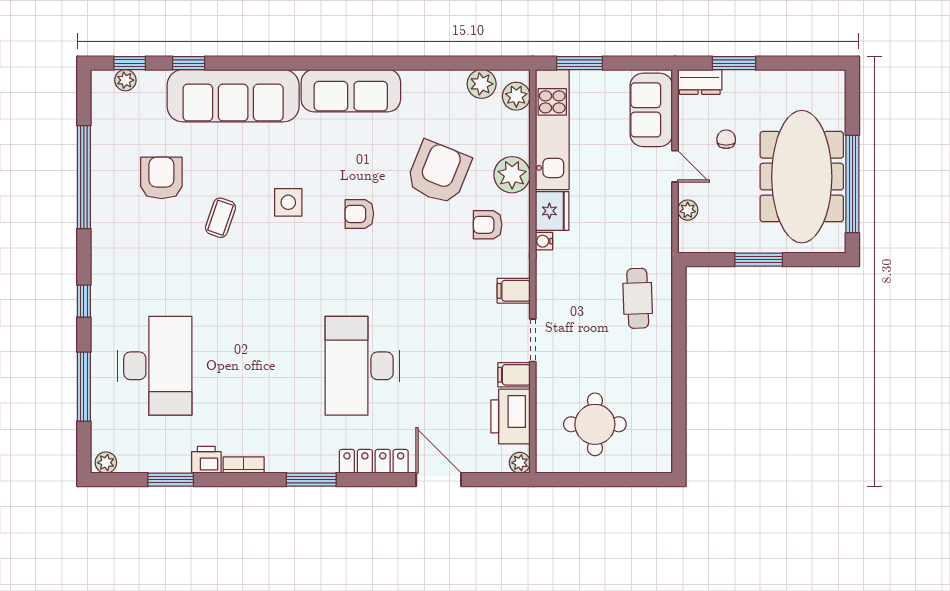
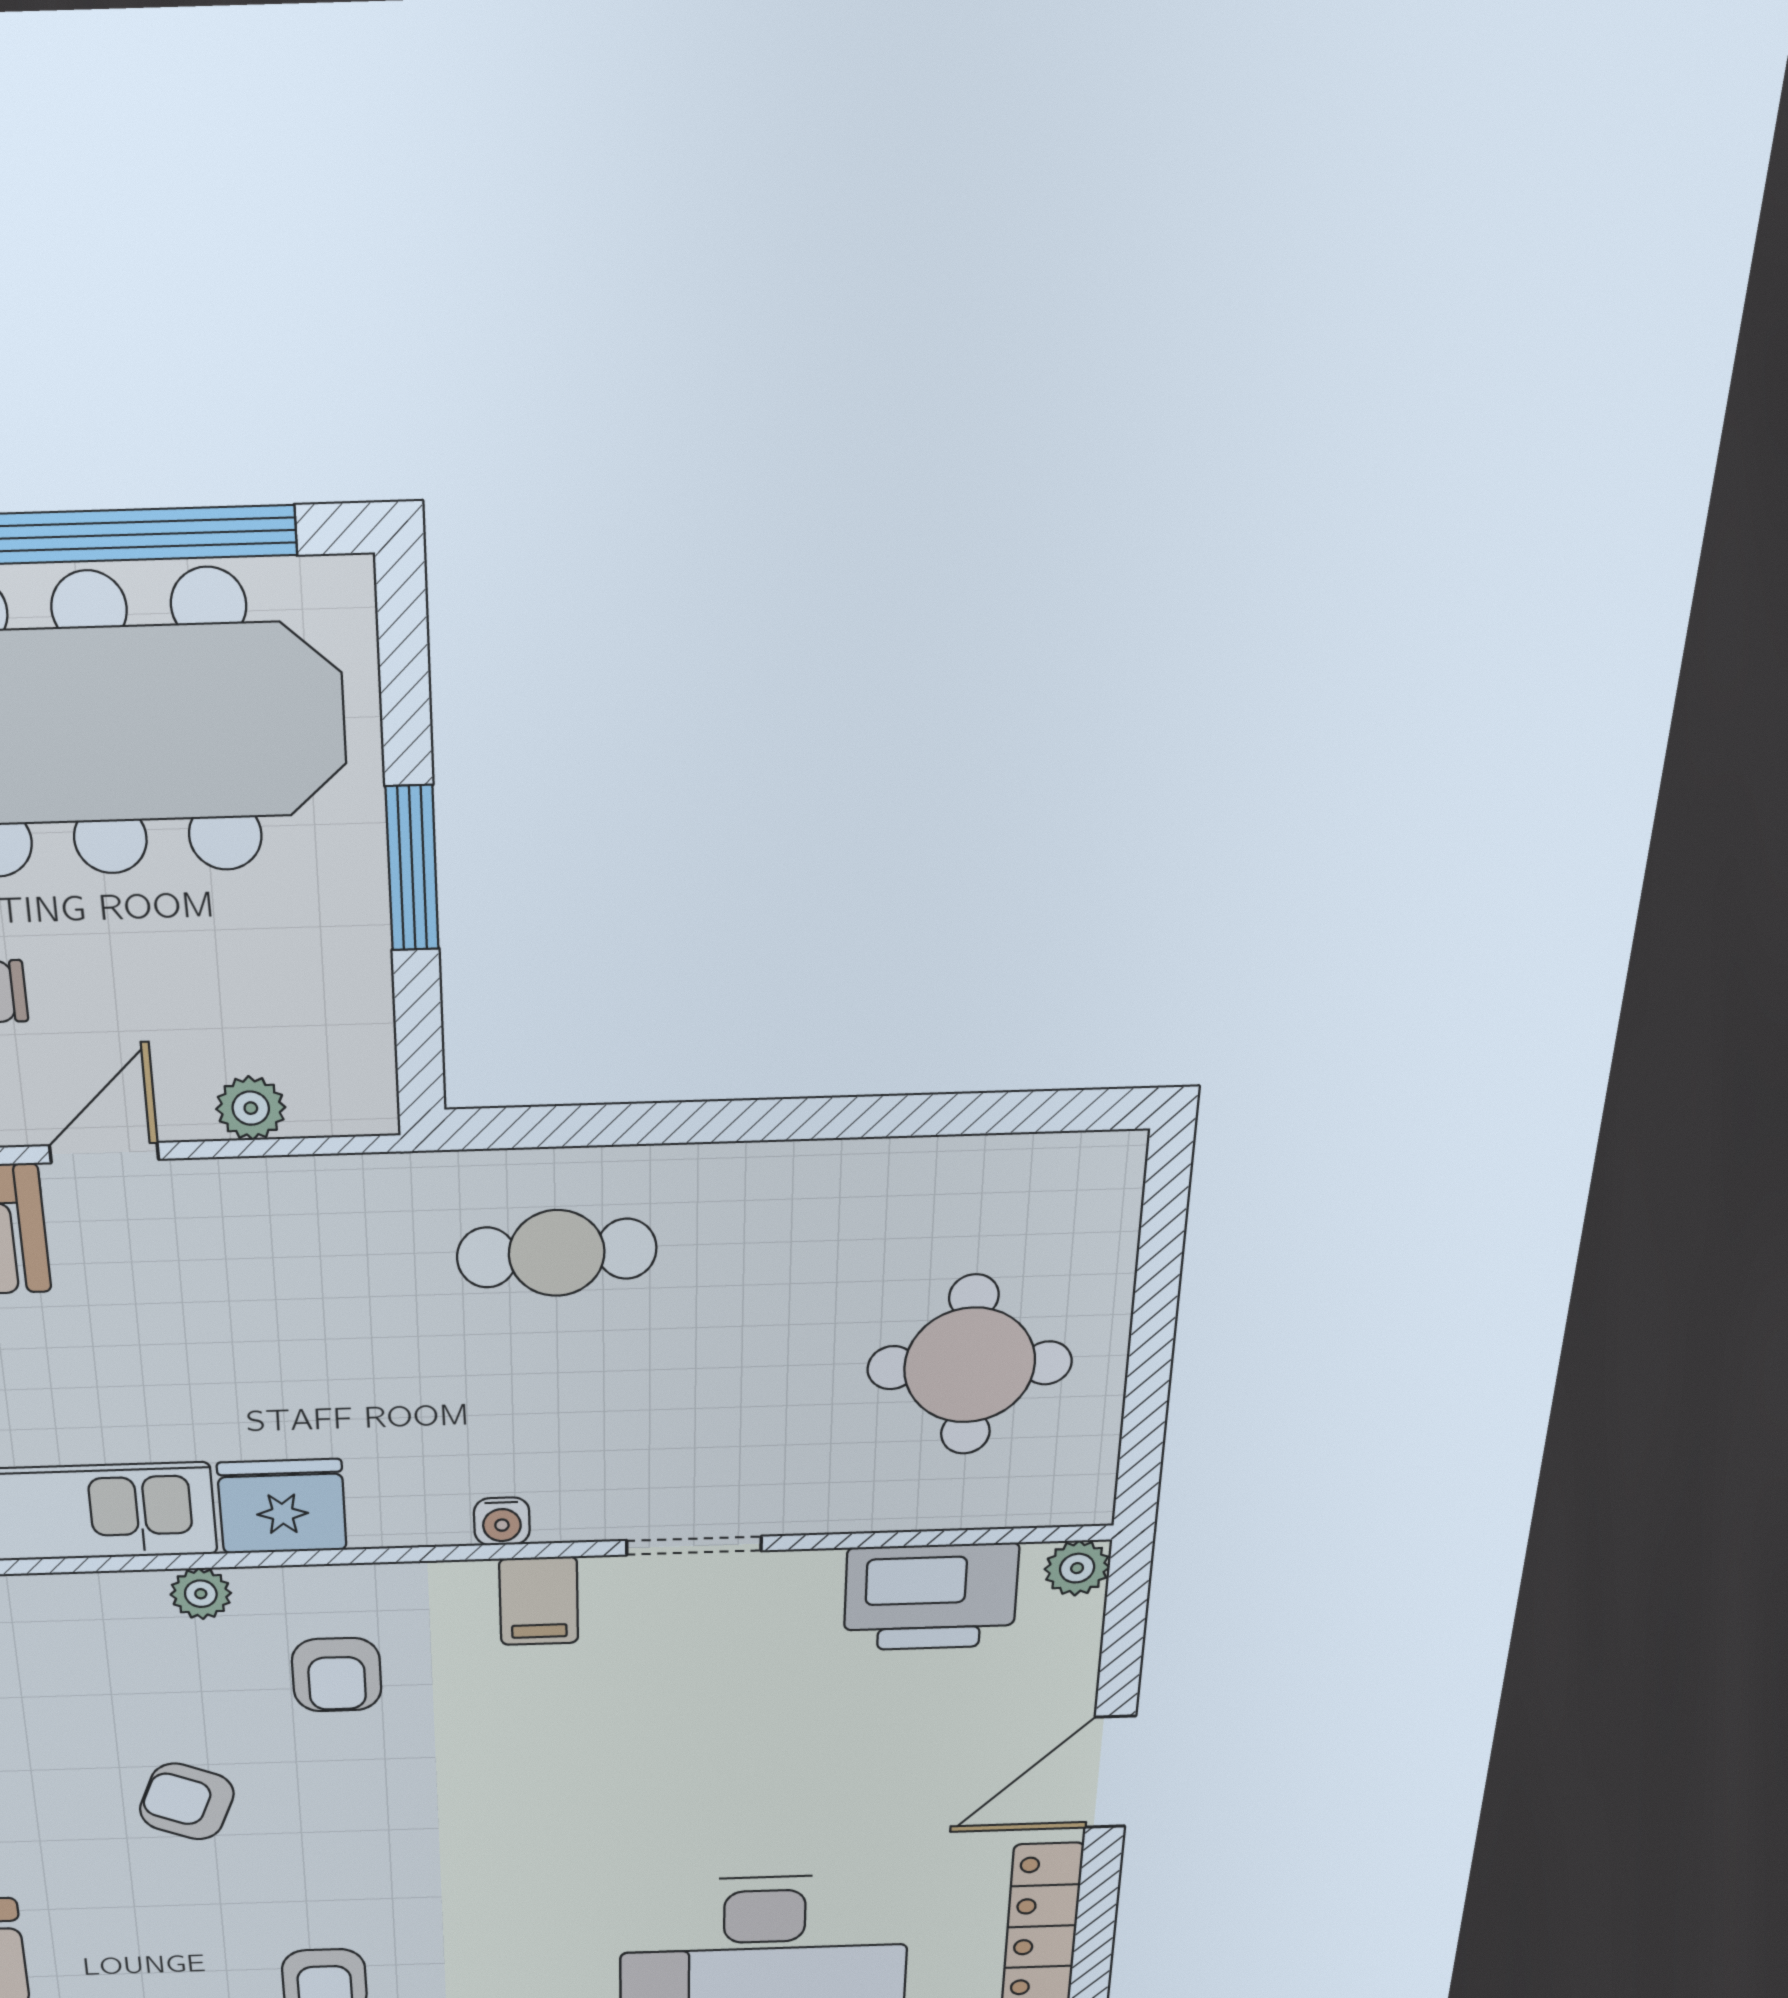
armchair: (439, 172) -> (187, 1802), width x0.53, depth x0.53
plant: (512, 175) -> (201, 1594), width x0.53, depth x0.53
water cooler: (544, 241) -> (502, 1521), moved
filing cabinet: (514, 375) -> (801, 1592), removed

